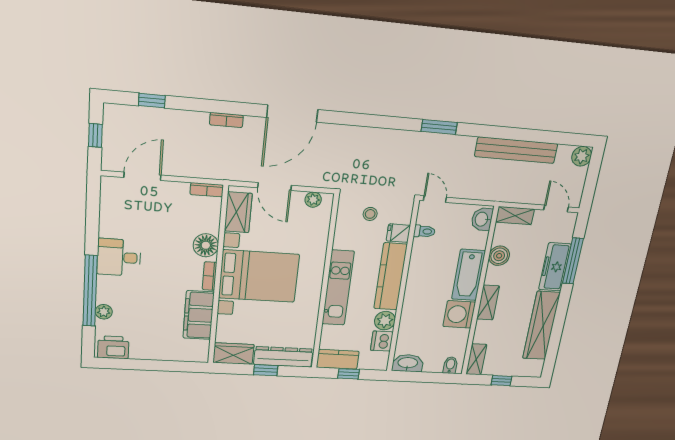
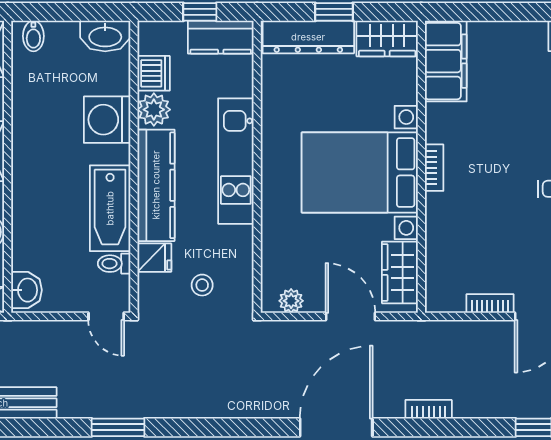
bookcase: (207, 190) -> (490, 303), moved
floor lamp: (206, 245) -> (443, 217), removed
bathtub: (468, 275) -> (110, 208), moved, turned 180
washing machine: (459, 314) -> (107, 120), moved, turned 180
filing cabinet: (199, 315) -> (446, 61), moved

